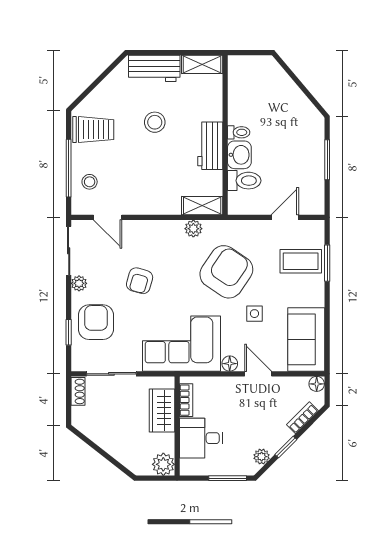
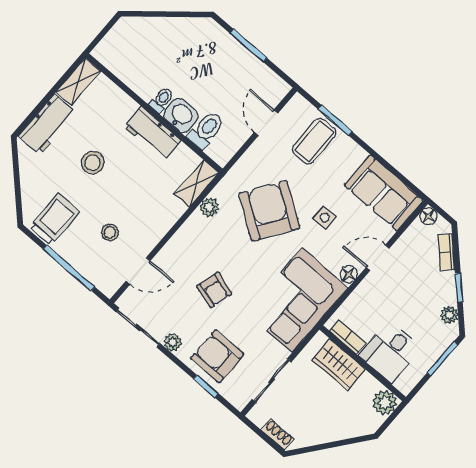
stool: (90, 182) -> (110, 232), moved
shoe rack: (78, 391) -> (277, 434), moved

